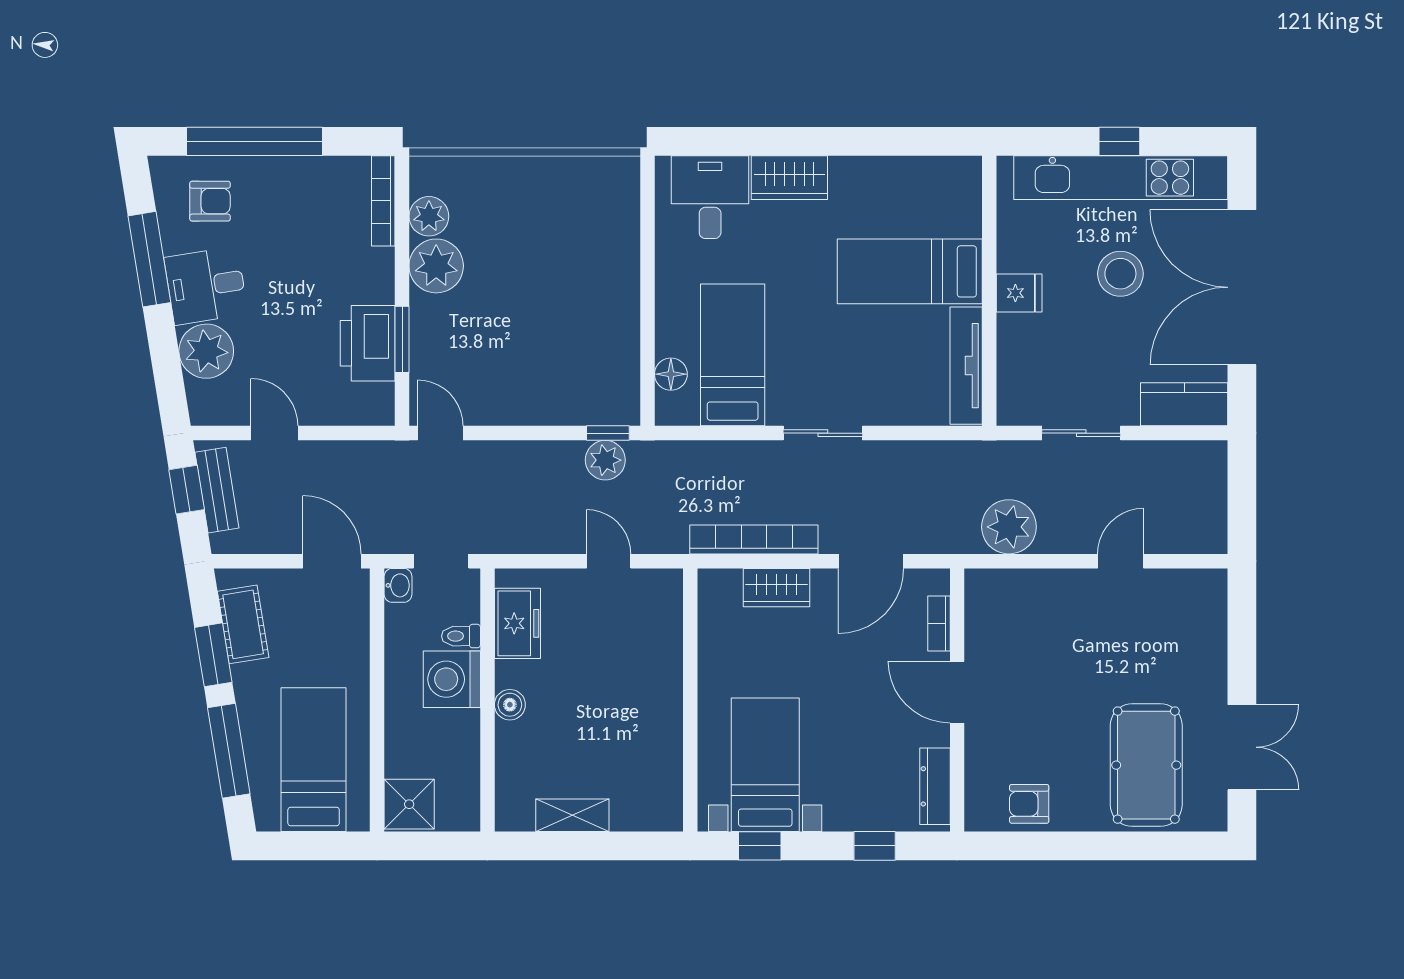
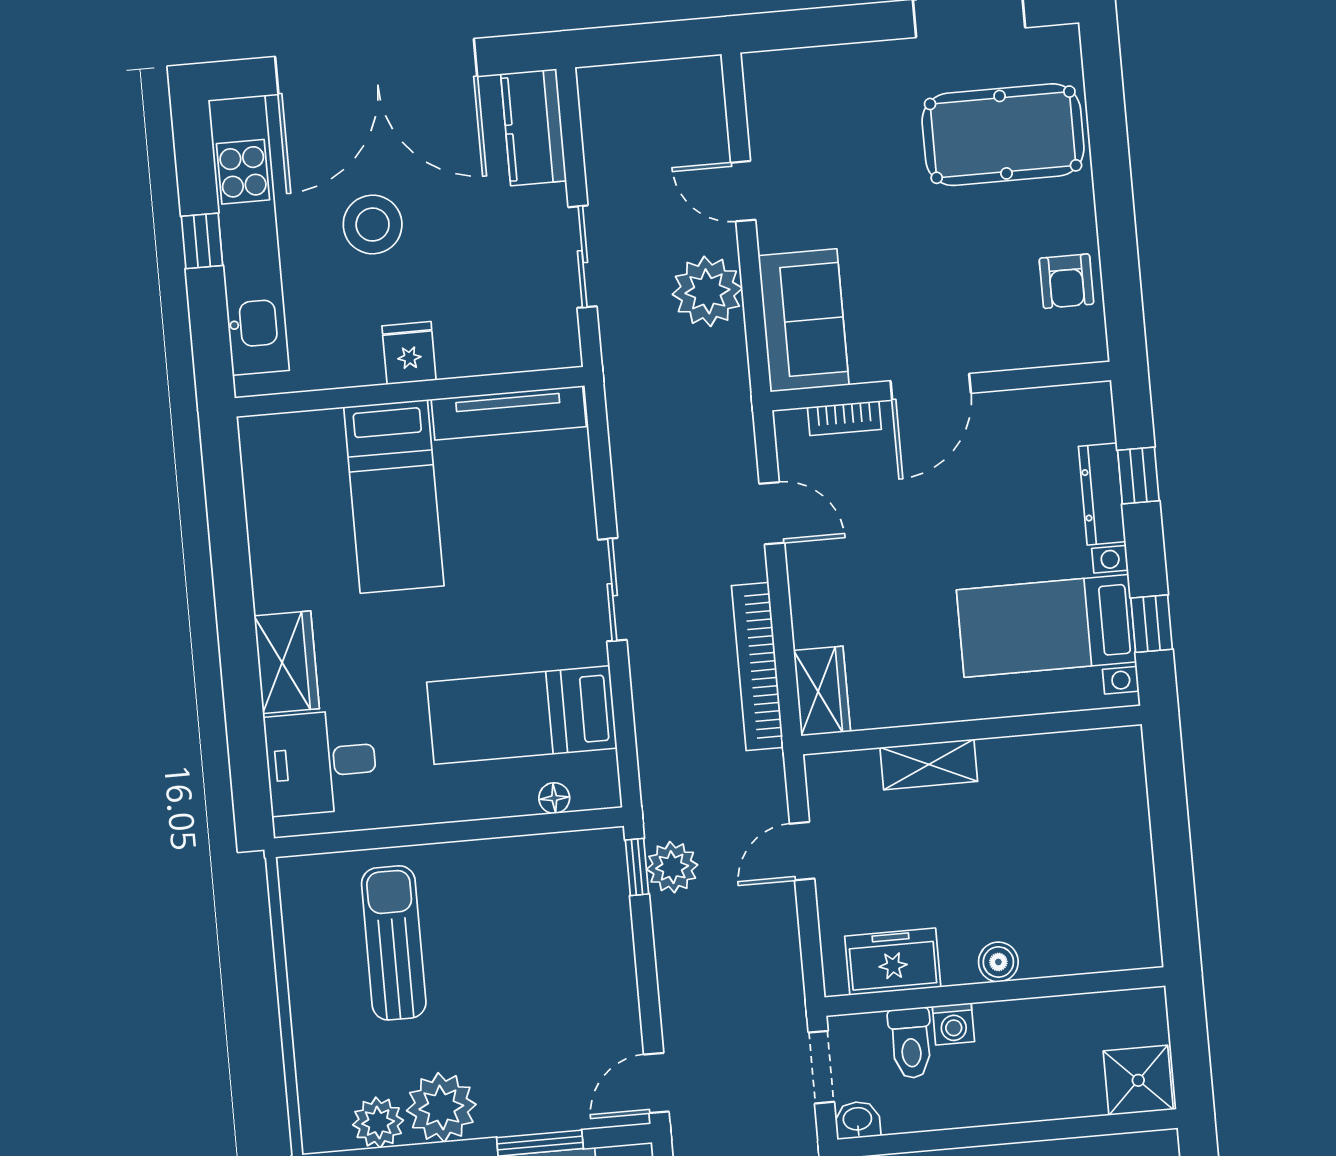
sun lounger: (566, 241) -> (394, 943), added
floor lamp: (671, 374) -> (554, 798), width x0.73, depth x0.73
plant: (1009, 527) -> (707, 291), moved
door: (871, 561) -> (772, 513), width x0.73
wardrobe: (777, 588) -> (822, 691), moved
sofa: (1017, 599) -> (804, 320), added
toilet: (461, 636) -> (911, 1043), width x1.37, depth x1.39
washing machine: (452, 679) -> (953, 1024), width x0.53, depth x0.53
dresser: (935, 786) -> (1102, 494), moved, turned 90
shelving: (572, 815) -> (929, 764), moved, turned 90

